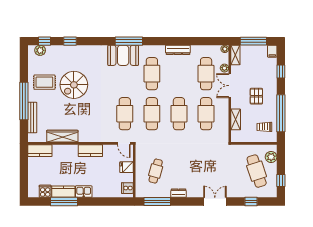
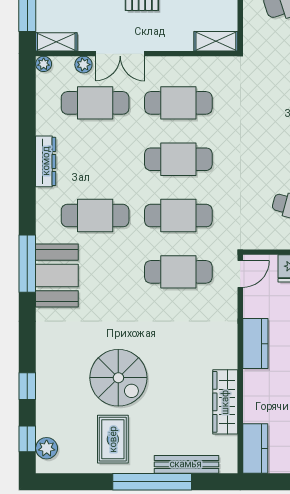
shelving: (236, 119) -> (216, 41), moved

